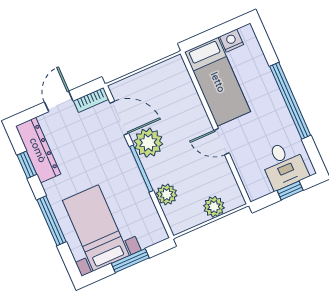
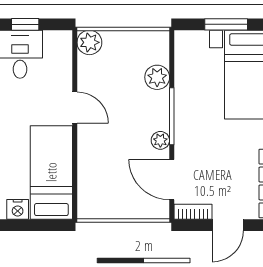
plant: (148, 143) -> (160, 140), width x0.53, depth x0.53
plant: (214, 207) -> (89, 42), moved

